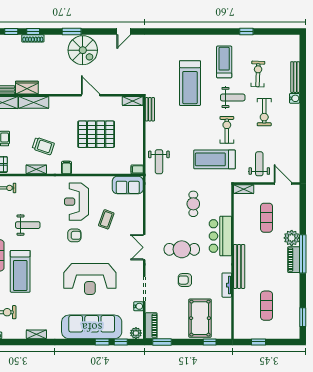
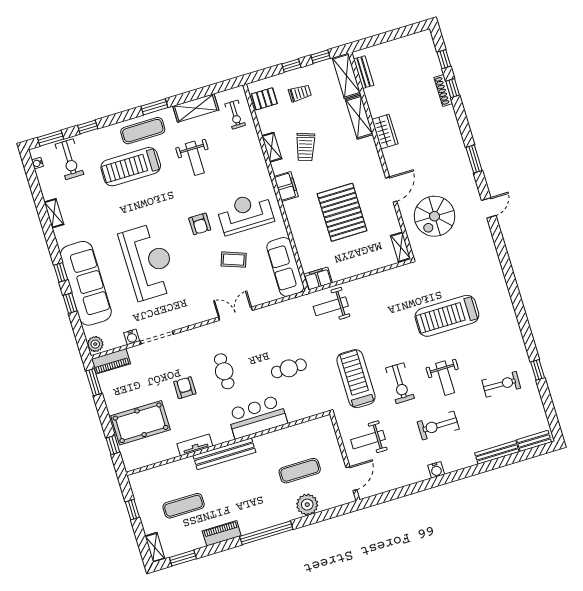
window: (72, 31) -> (474, 159), moved
door: (124, 31) -> (489, 208), swing flipped
spiral stairs: (83, 50) -> (434, 216), moved
treadmill: (224, 62) -> (489, 353), removed
exercise bike: (258, 74) -> (501, 384), moved
wardrobe: (27, 88) -> (385, 132), moved
water cooler: (295, 98) -> (436, 470), moved
bench: (150, 109) -> (534, 441), moved
exercise bike: (227, 130) -> (400, 383), turned 90
weight bench: (259, 164) -> (368, 440), turned 180
filing cabinet: (66, 168) -> (286, 186), width x2.00
filing cabinet: (137, 169) -> (318, 279), width x2.00
sofa: (128, 185) -> (285, 267), width x1.36
shelving: (244, 189) -> (155, 547), moved
plant: (292, 238) -> (307, 505), moved
double door: (144, 247) -> (235, 314), moved
cafe table: (182, 249) -> (224, 371), width x0.73, depth x0.74
piano: (294, 260) -> (222, 533), moved
reception desk: (90, 279) -> (148, 262), turned 180
window: (121, 342) -> (61, 272), moved

